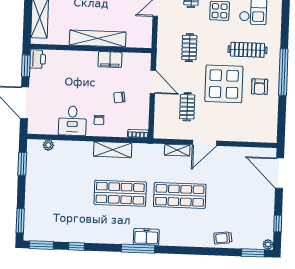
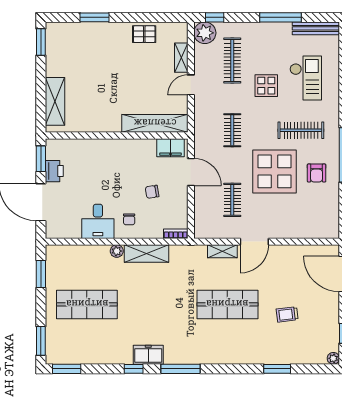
shelving: (98, 39) -> (155, 123), moved
printer: (38, 59) -> (54, 171), moved
filing cabinet: (110, 60) -> (170, 148), moved
plant: (48, 145) -> (117, 251), moved
shop shelf: (120, 193) -> (87, 304), moved
freezer: (146, 237) -> (148, 355), moved
trolley: (223, 238) -> (287, 314), moved
window: (76, 246) -> (134, 369), moved
window: (253, 253) -> (277, 369), moved

